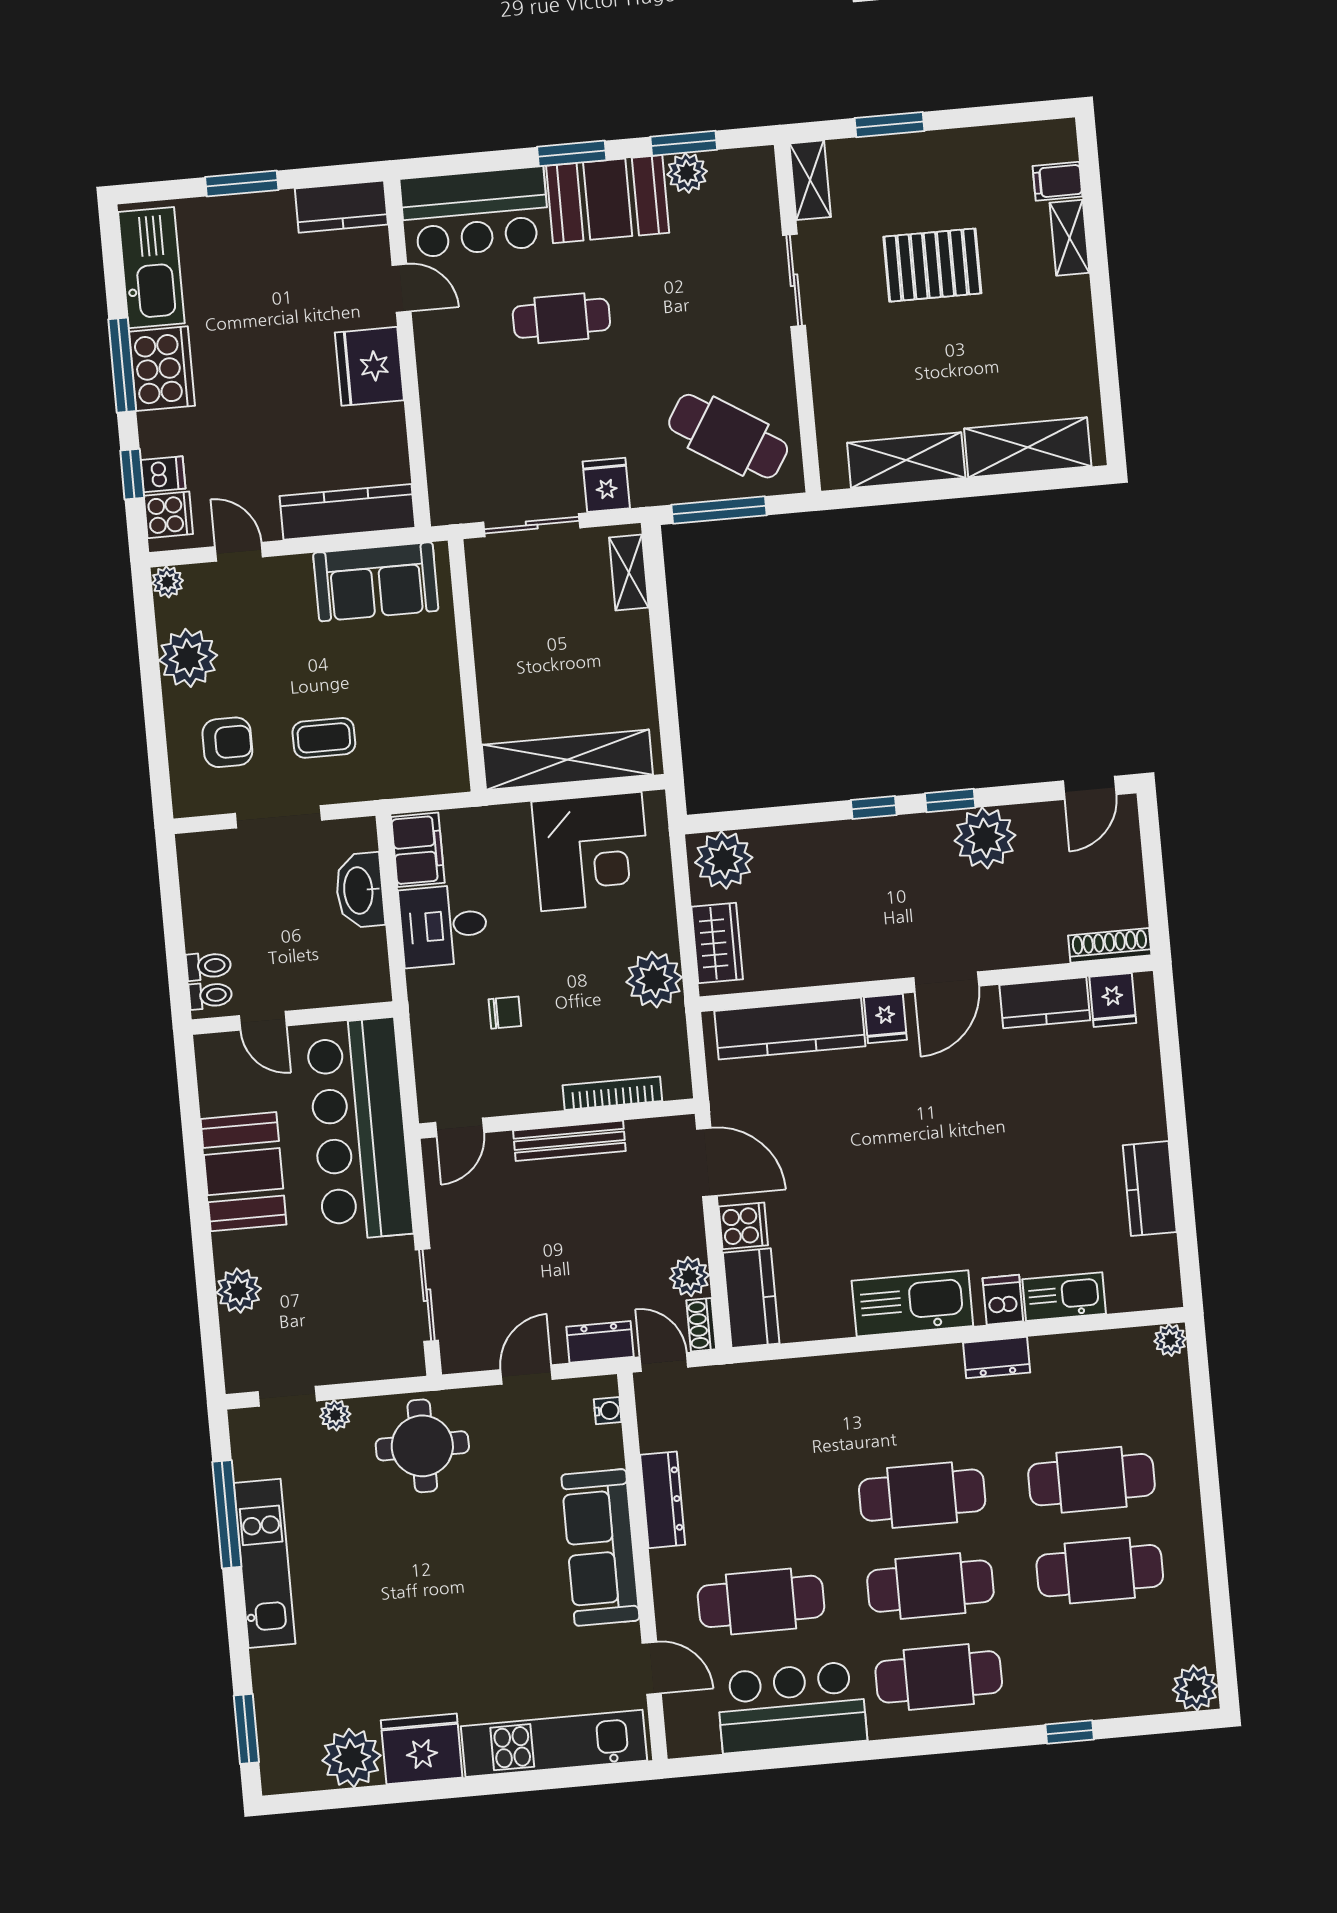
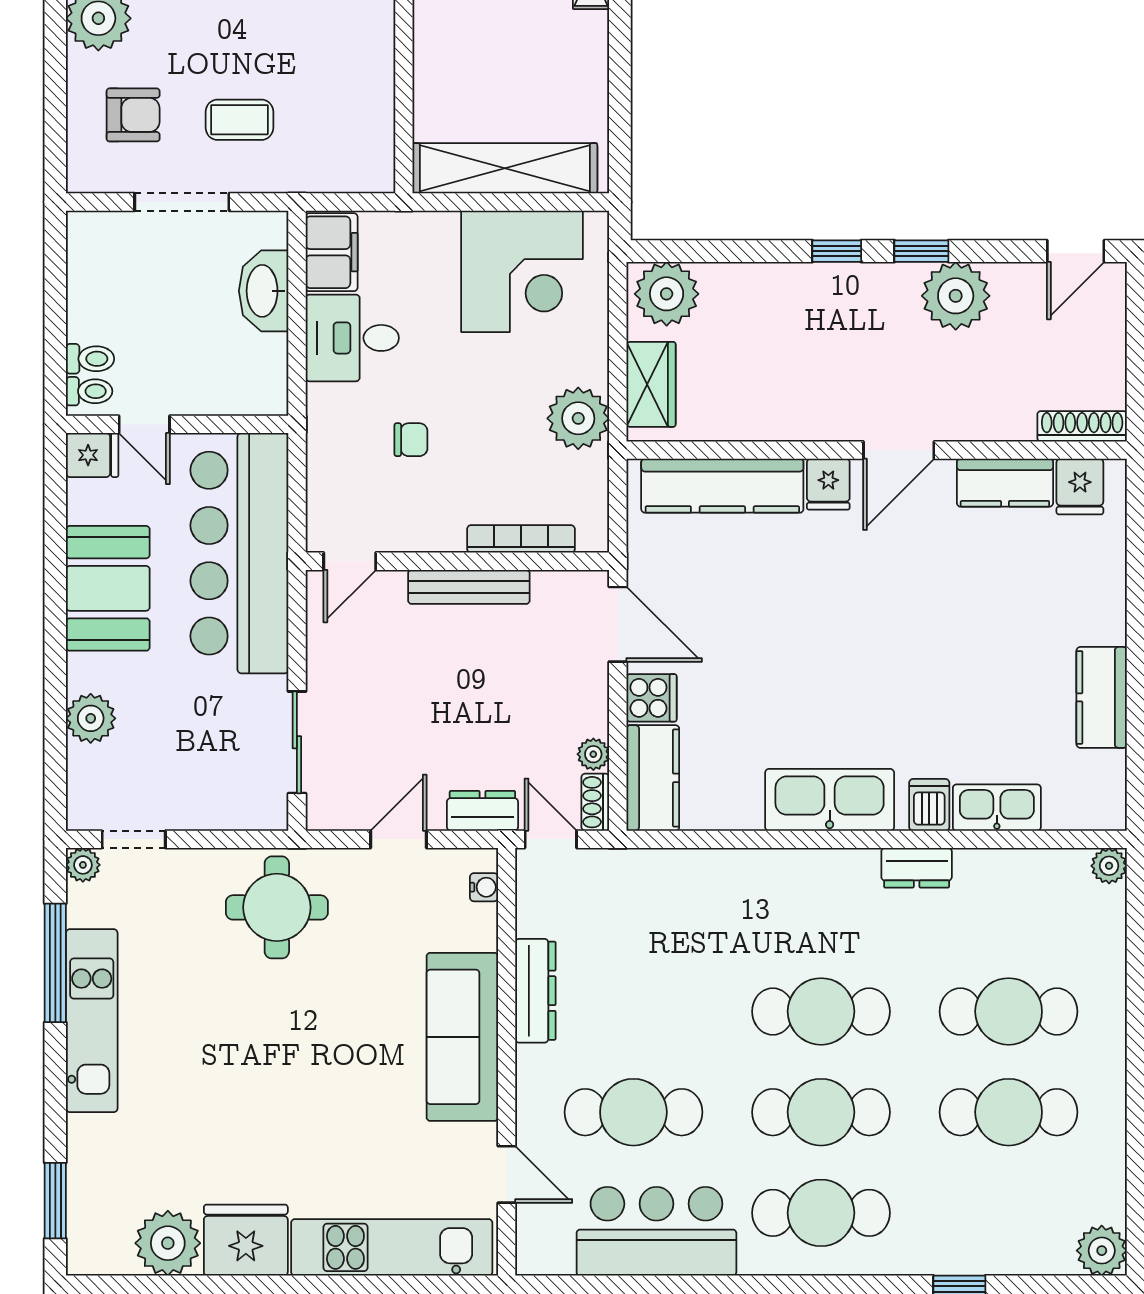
fridge: (218, 1053) -> (92, 455), added
plant: (690, 1277) -> (593, 754), width x0.73, depth x0.73
plant: (335, 1415) -> (83, 865), moved

